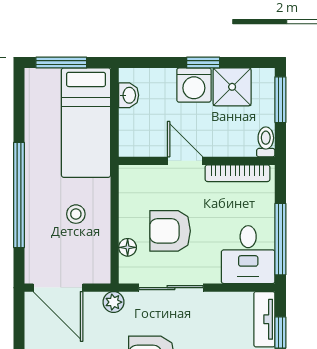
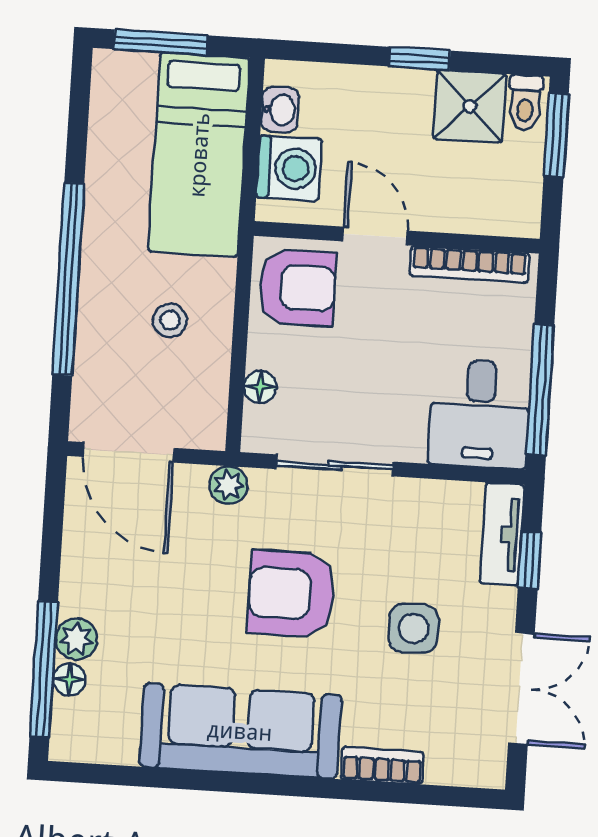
washing machine: (194, 85) -> (289, 168), moved, turned -90
toilet: (266, 142) -> (525, 103), moved, turned 180
armchair: (170, 231) -> (297, 288), moved, turned 180

